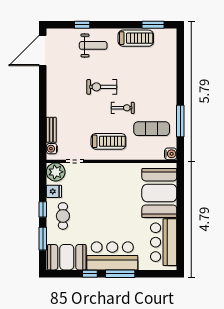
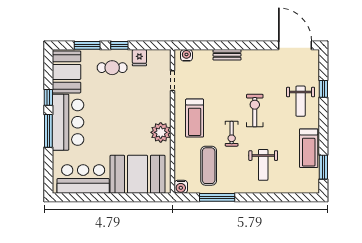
weight bench: (151, 79) -> (263, 165), added
bench: (51, 130) -> (227, 55), moved
plant: (56, 172) -> (161, 132), moved

